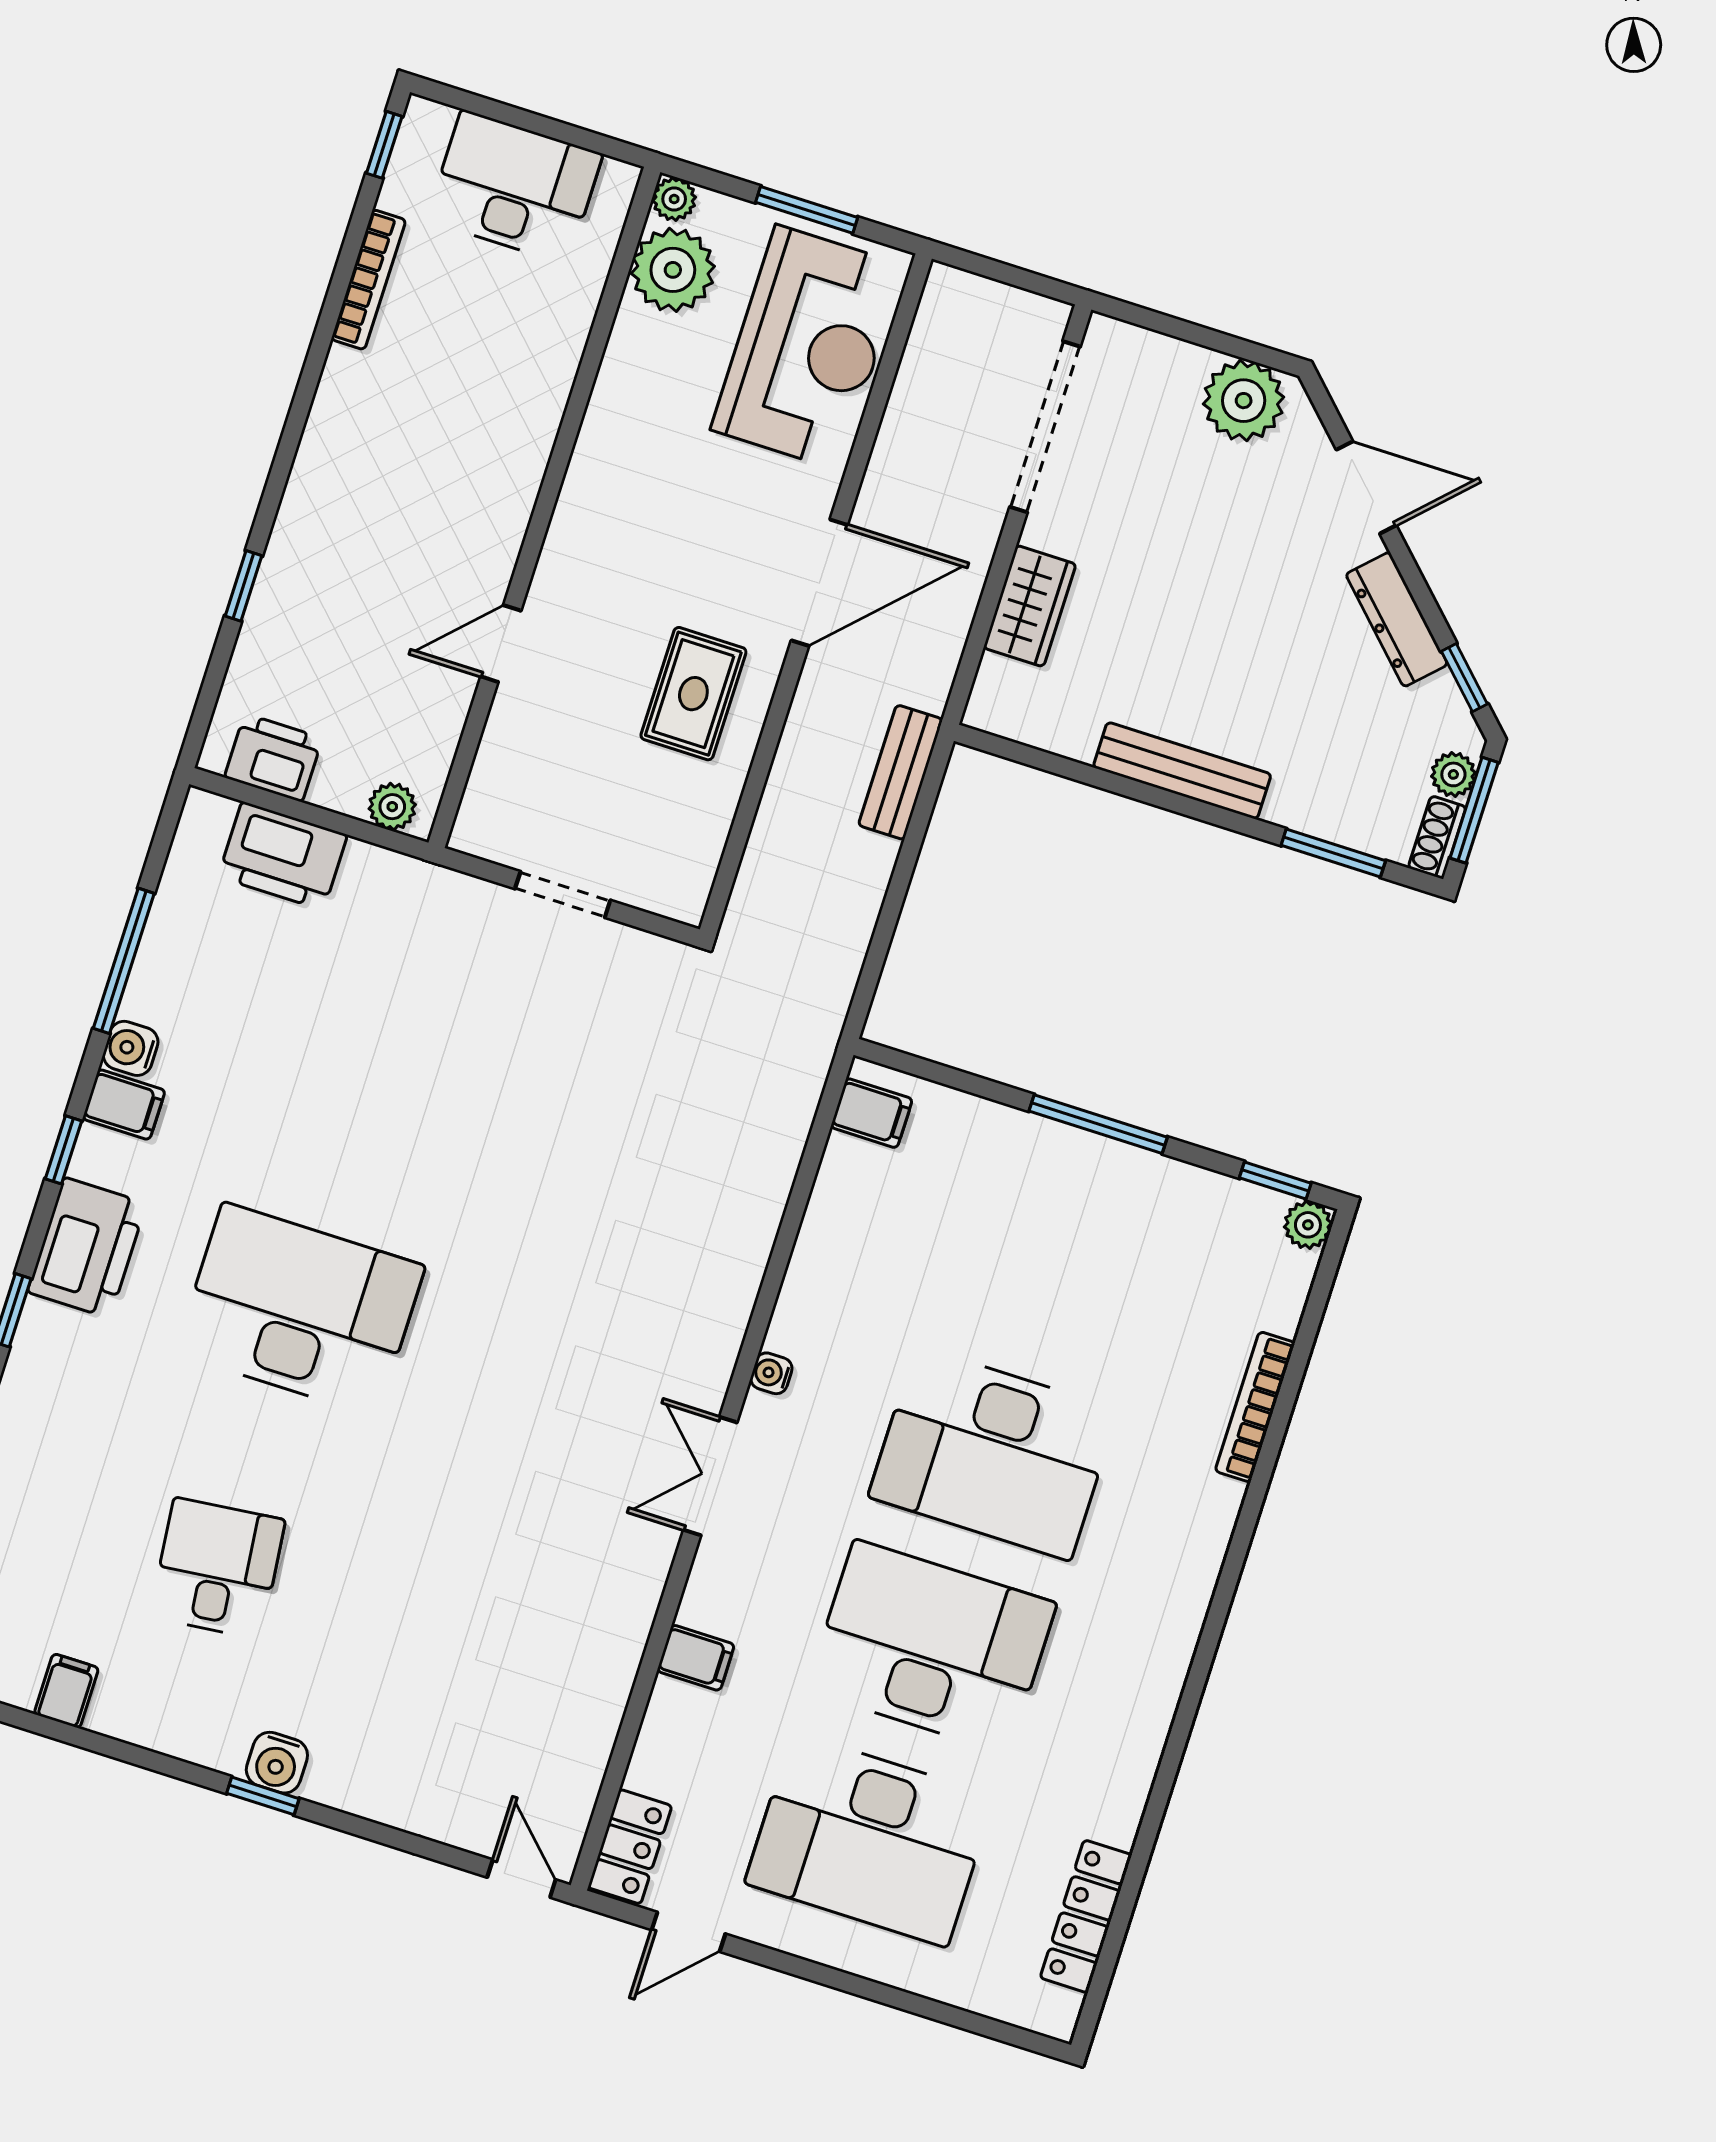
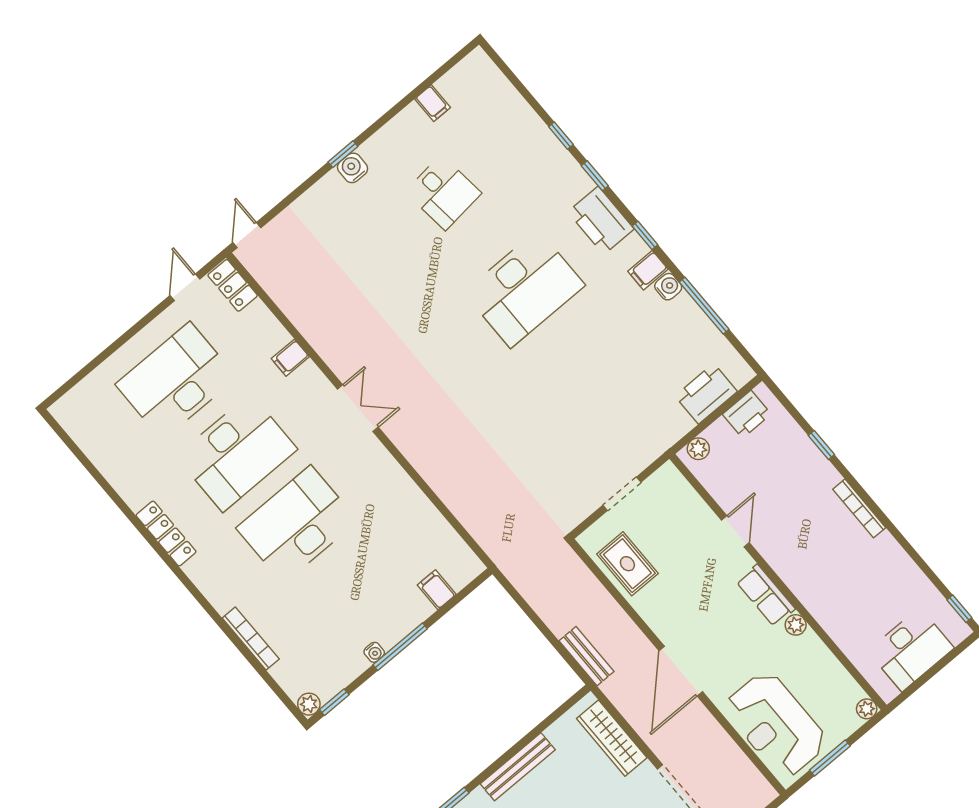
plant: (673, 270) -> (796, 625), moved, width x0.53, depth x0.53
bookcase: (368, 280) -> (859, 508), moved
row of seats: (583, 515) -> (766, 595), added
wardrobe: (1030, 606) -> (612, 738), width x1.50
rug: (693, 694) -> (627, 564), moved
filing cabinet: (872, 1113) -> (437, 590), moved, turned 90
water cooler: (771, 1373) -> (374, 652), moved, turned 90
door: (521, 1879) -> (247, 235), swing flipped
locker: (1086, 1916) -> (166, 534), moved

